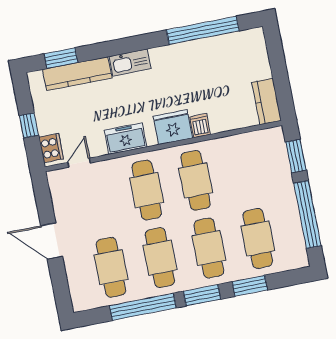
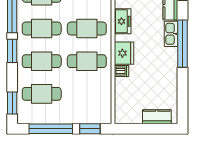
window: (203, 30) -> (182, 44), moved
kitchen counter: (267, 101) -> (157, 117), moved
window: (250, 286) -> (12, 103), moved

